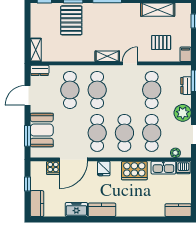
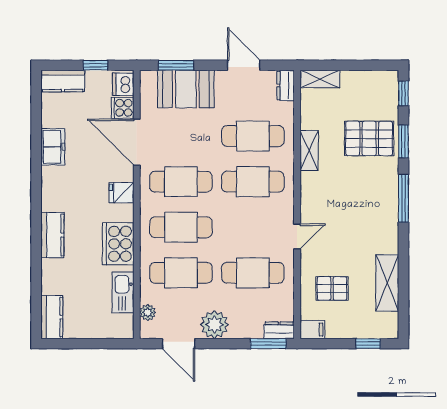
pallet: (161, 43) -> (332, 288), turned 90
shelving: (107, 56) -> (309, 151), moved
door: (130, 63) -> (297, 236), hinge flipped
dresser: (186, 86) -> (279, 330), moved
dishwasher: (183, 167) -> (123, 84), moved
kitchen counter: (102, 210) -> (52, 235), moved

